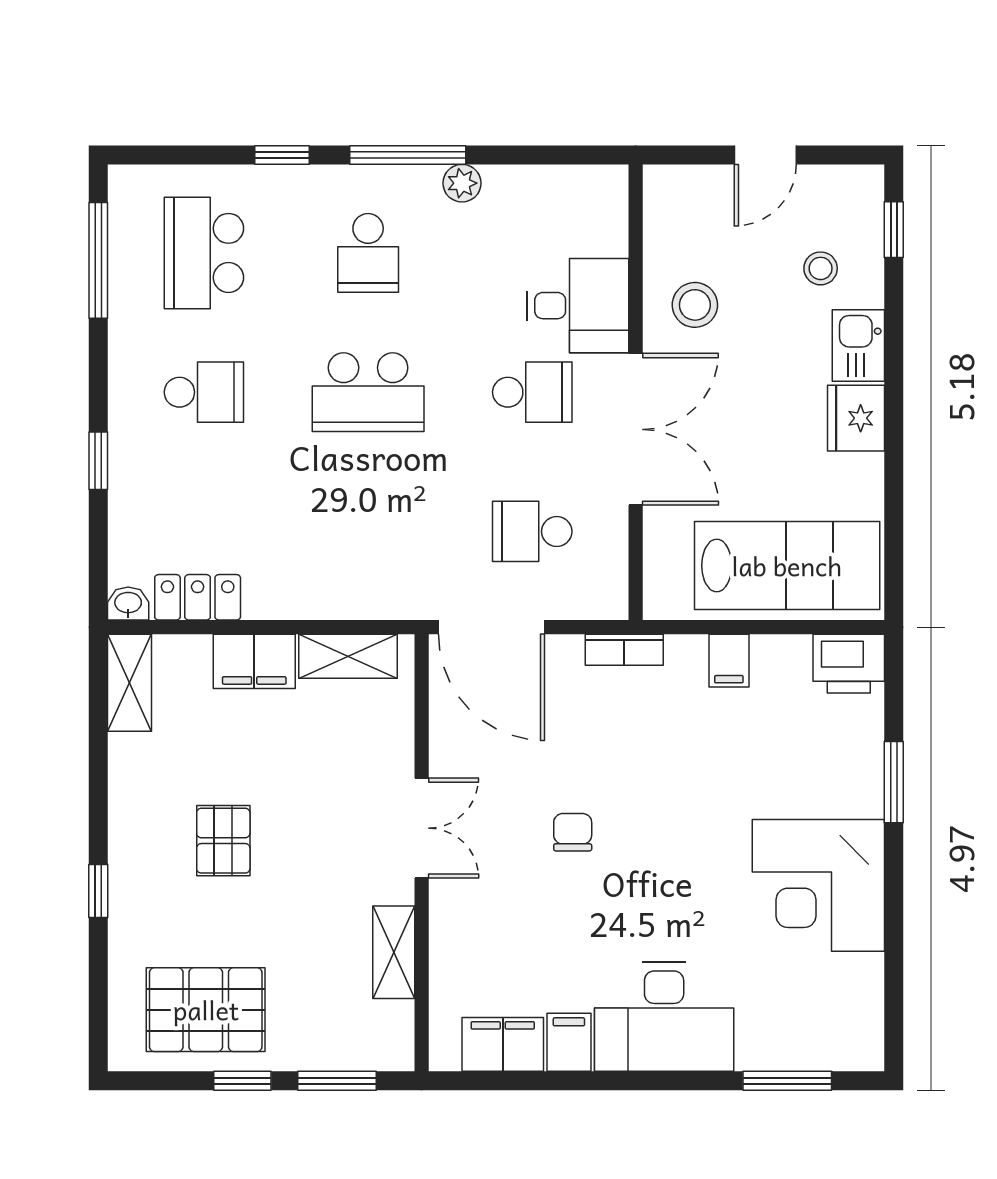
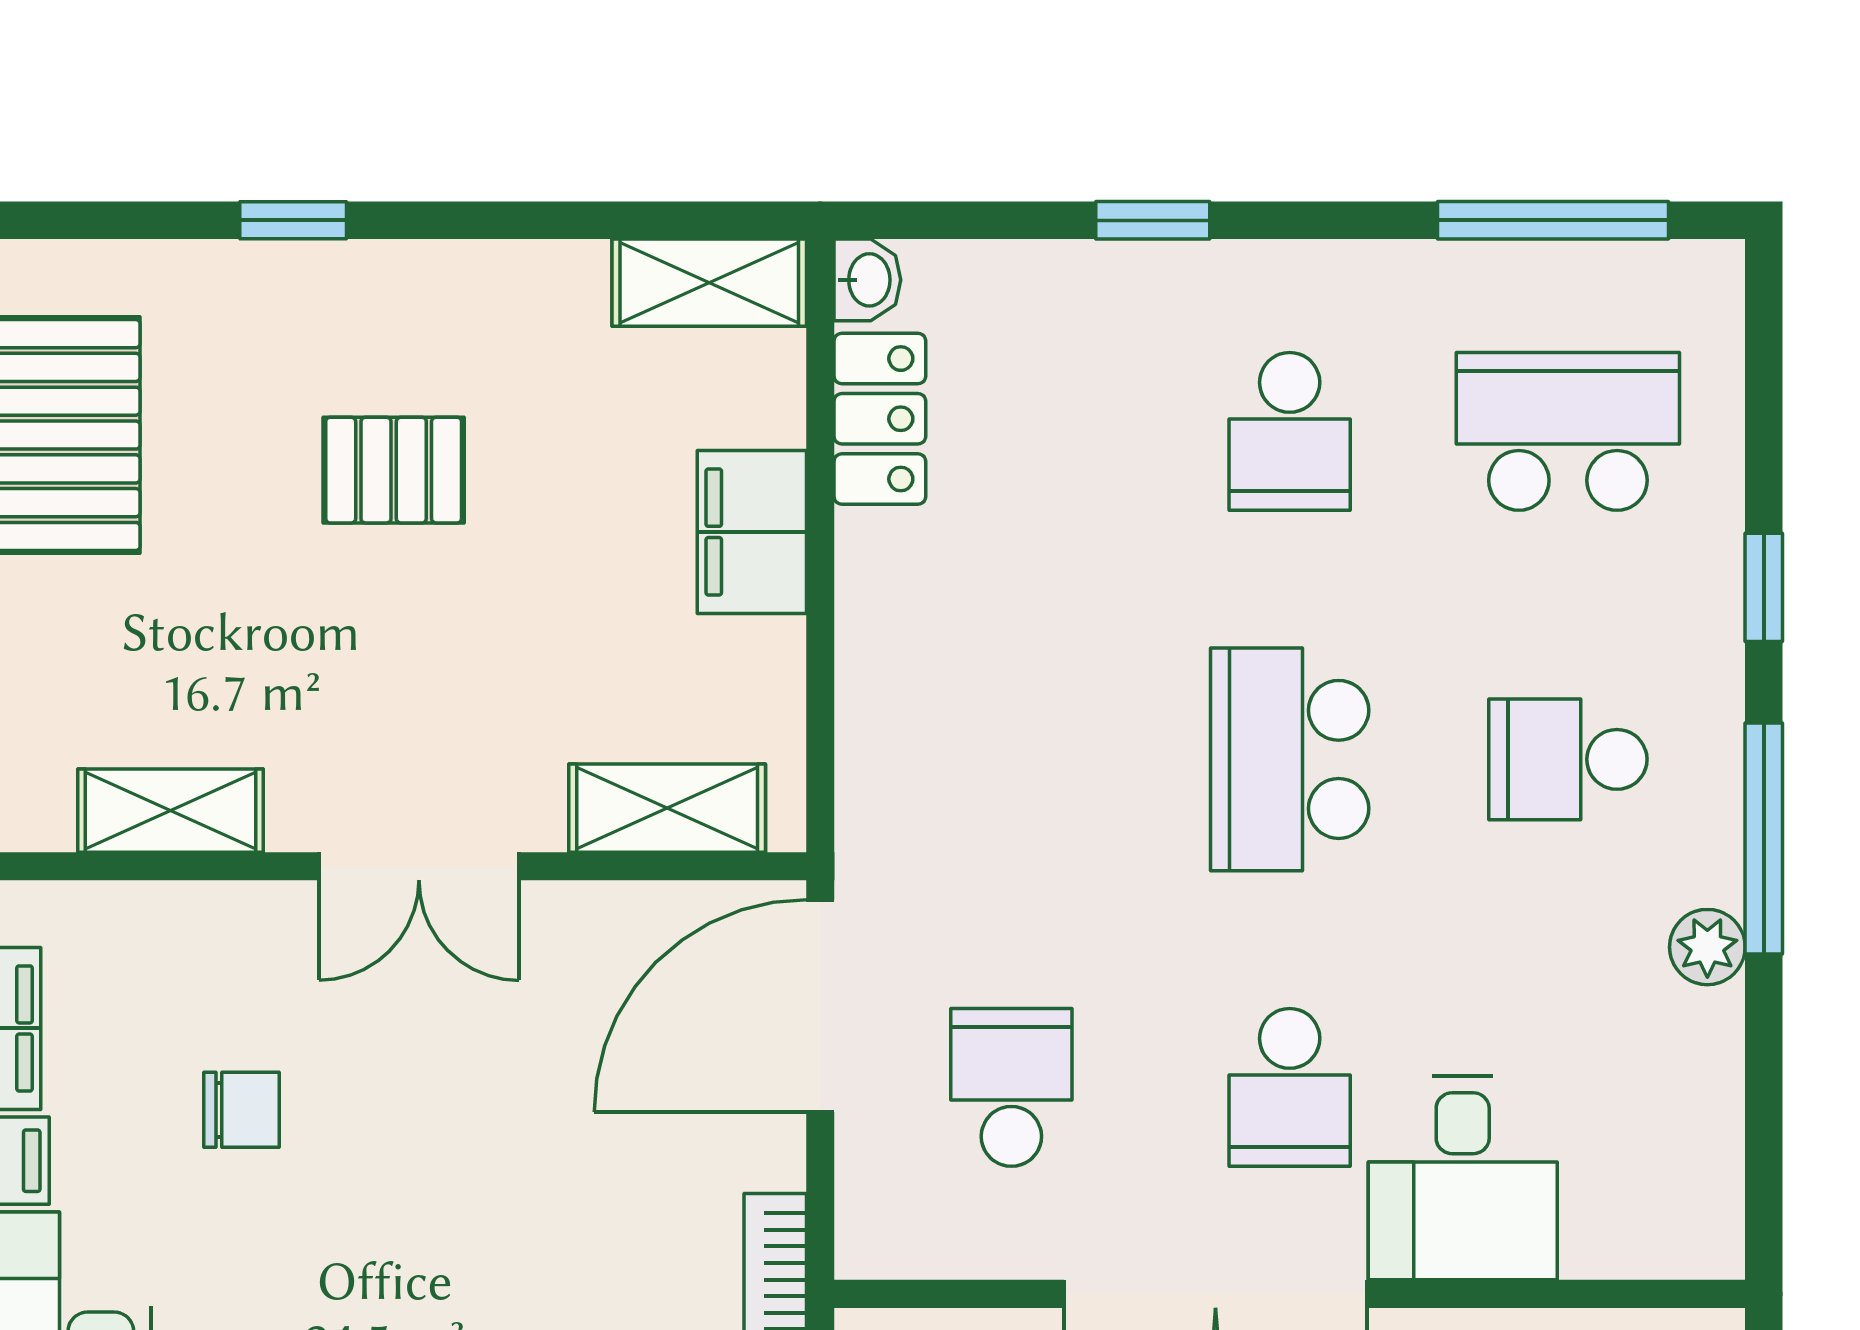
shelving: (348, 656) -> (667, 808), moved, turned 90
chair: (573, 832) -> (241, 1110), moved

